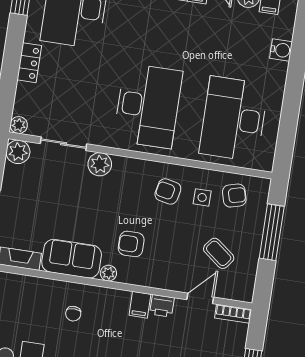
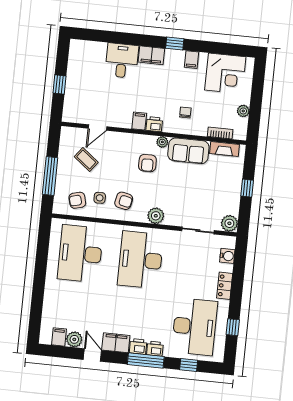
water cooler: (281, 50) -> (227, 256), moved, turned 180
desk: (234, 119) -> (80, 254), turned 180
plant: (19, 125) -> (230, 242), removed
plant: (100, 164) -> (156, 216), moved
armchair: (131, 244) -> (147, 163), turned 90
printer: (162, 306) -> (154, 124), moved
bookcase: (233, 314) -> (220, 133), moved

